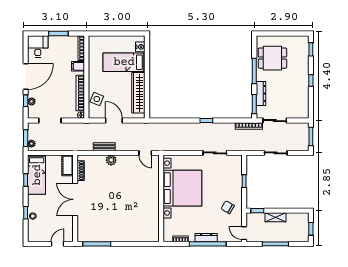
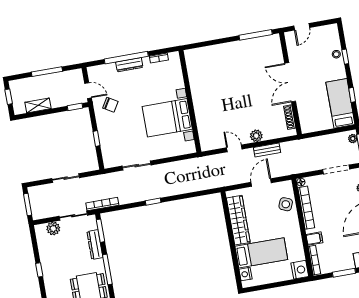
nightstand: (95, 43) -> (300, 270), added
plant: (293, 113) -> (53, 229), added
door: (114, 121) -> (261, 183), swing flipped
door: (145, 153) -> (234, 148), moved
cot: (67, 165) -> (306, 121), removed
bed with nightstands: (182, 188) -> (167, 118), width x0.73
double door: (75, 199) -> (290, 82), swing flipped
shelving: (275, 217) -> (38, 105), moved
door: (244, 233) -> (88, 91), moved

